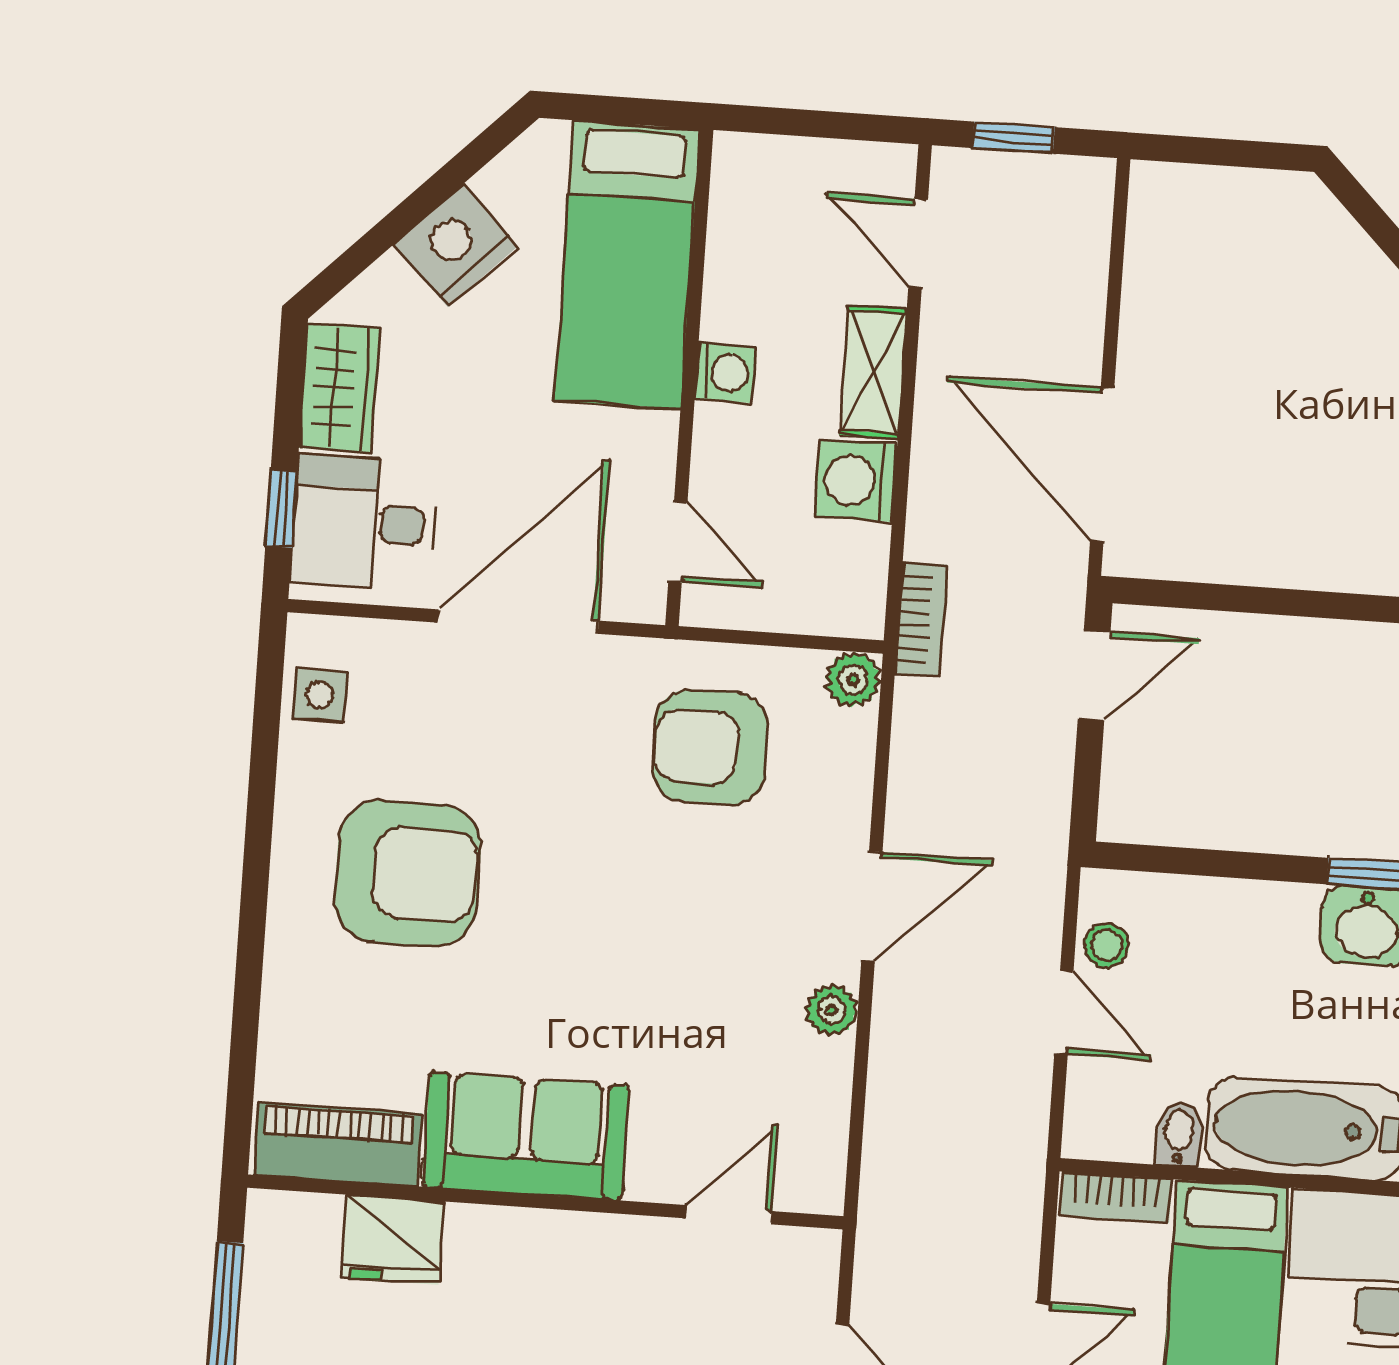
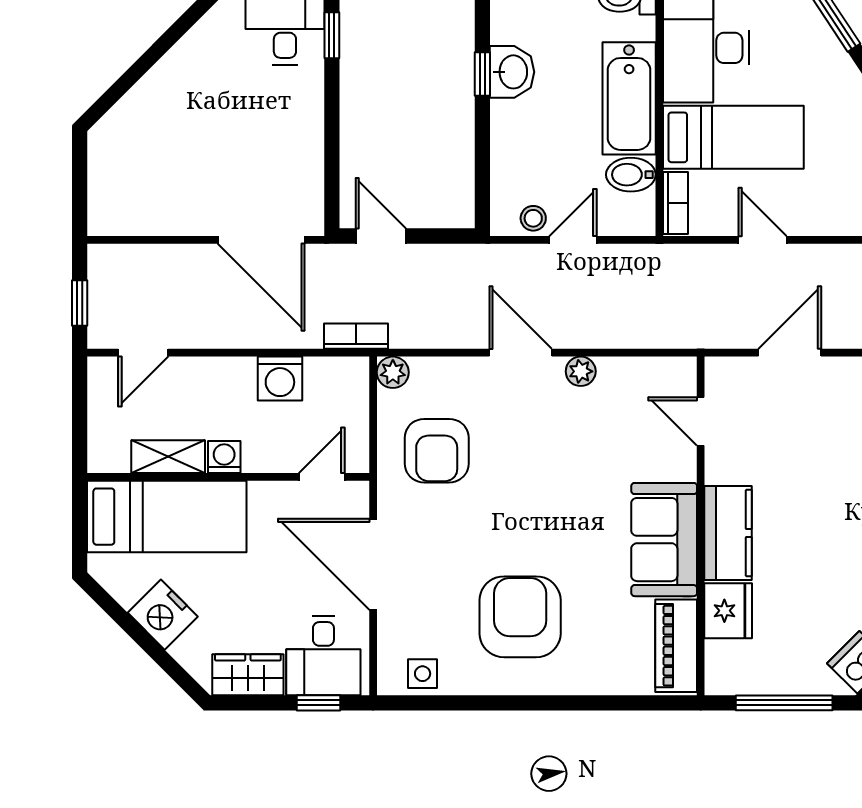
shelving: (873, 372) -> (168, 457), moved
door: (1102, 464) -> (261, 240), hinge flipped
bidet: (1179, 1134) -> (631, 175), width x1.38, depth x1.36
kitchen counter: (529, 1249) -> (728, 533), added

